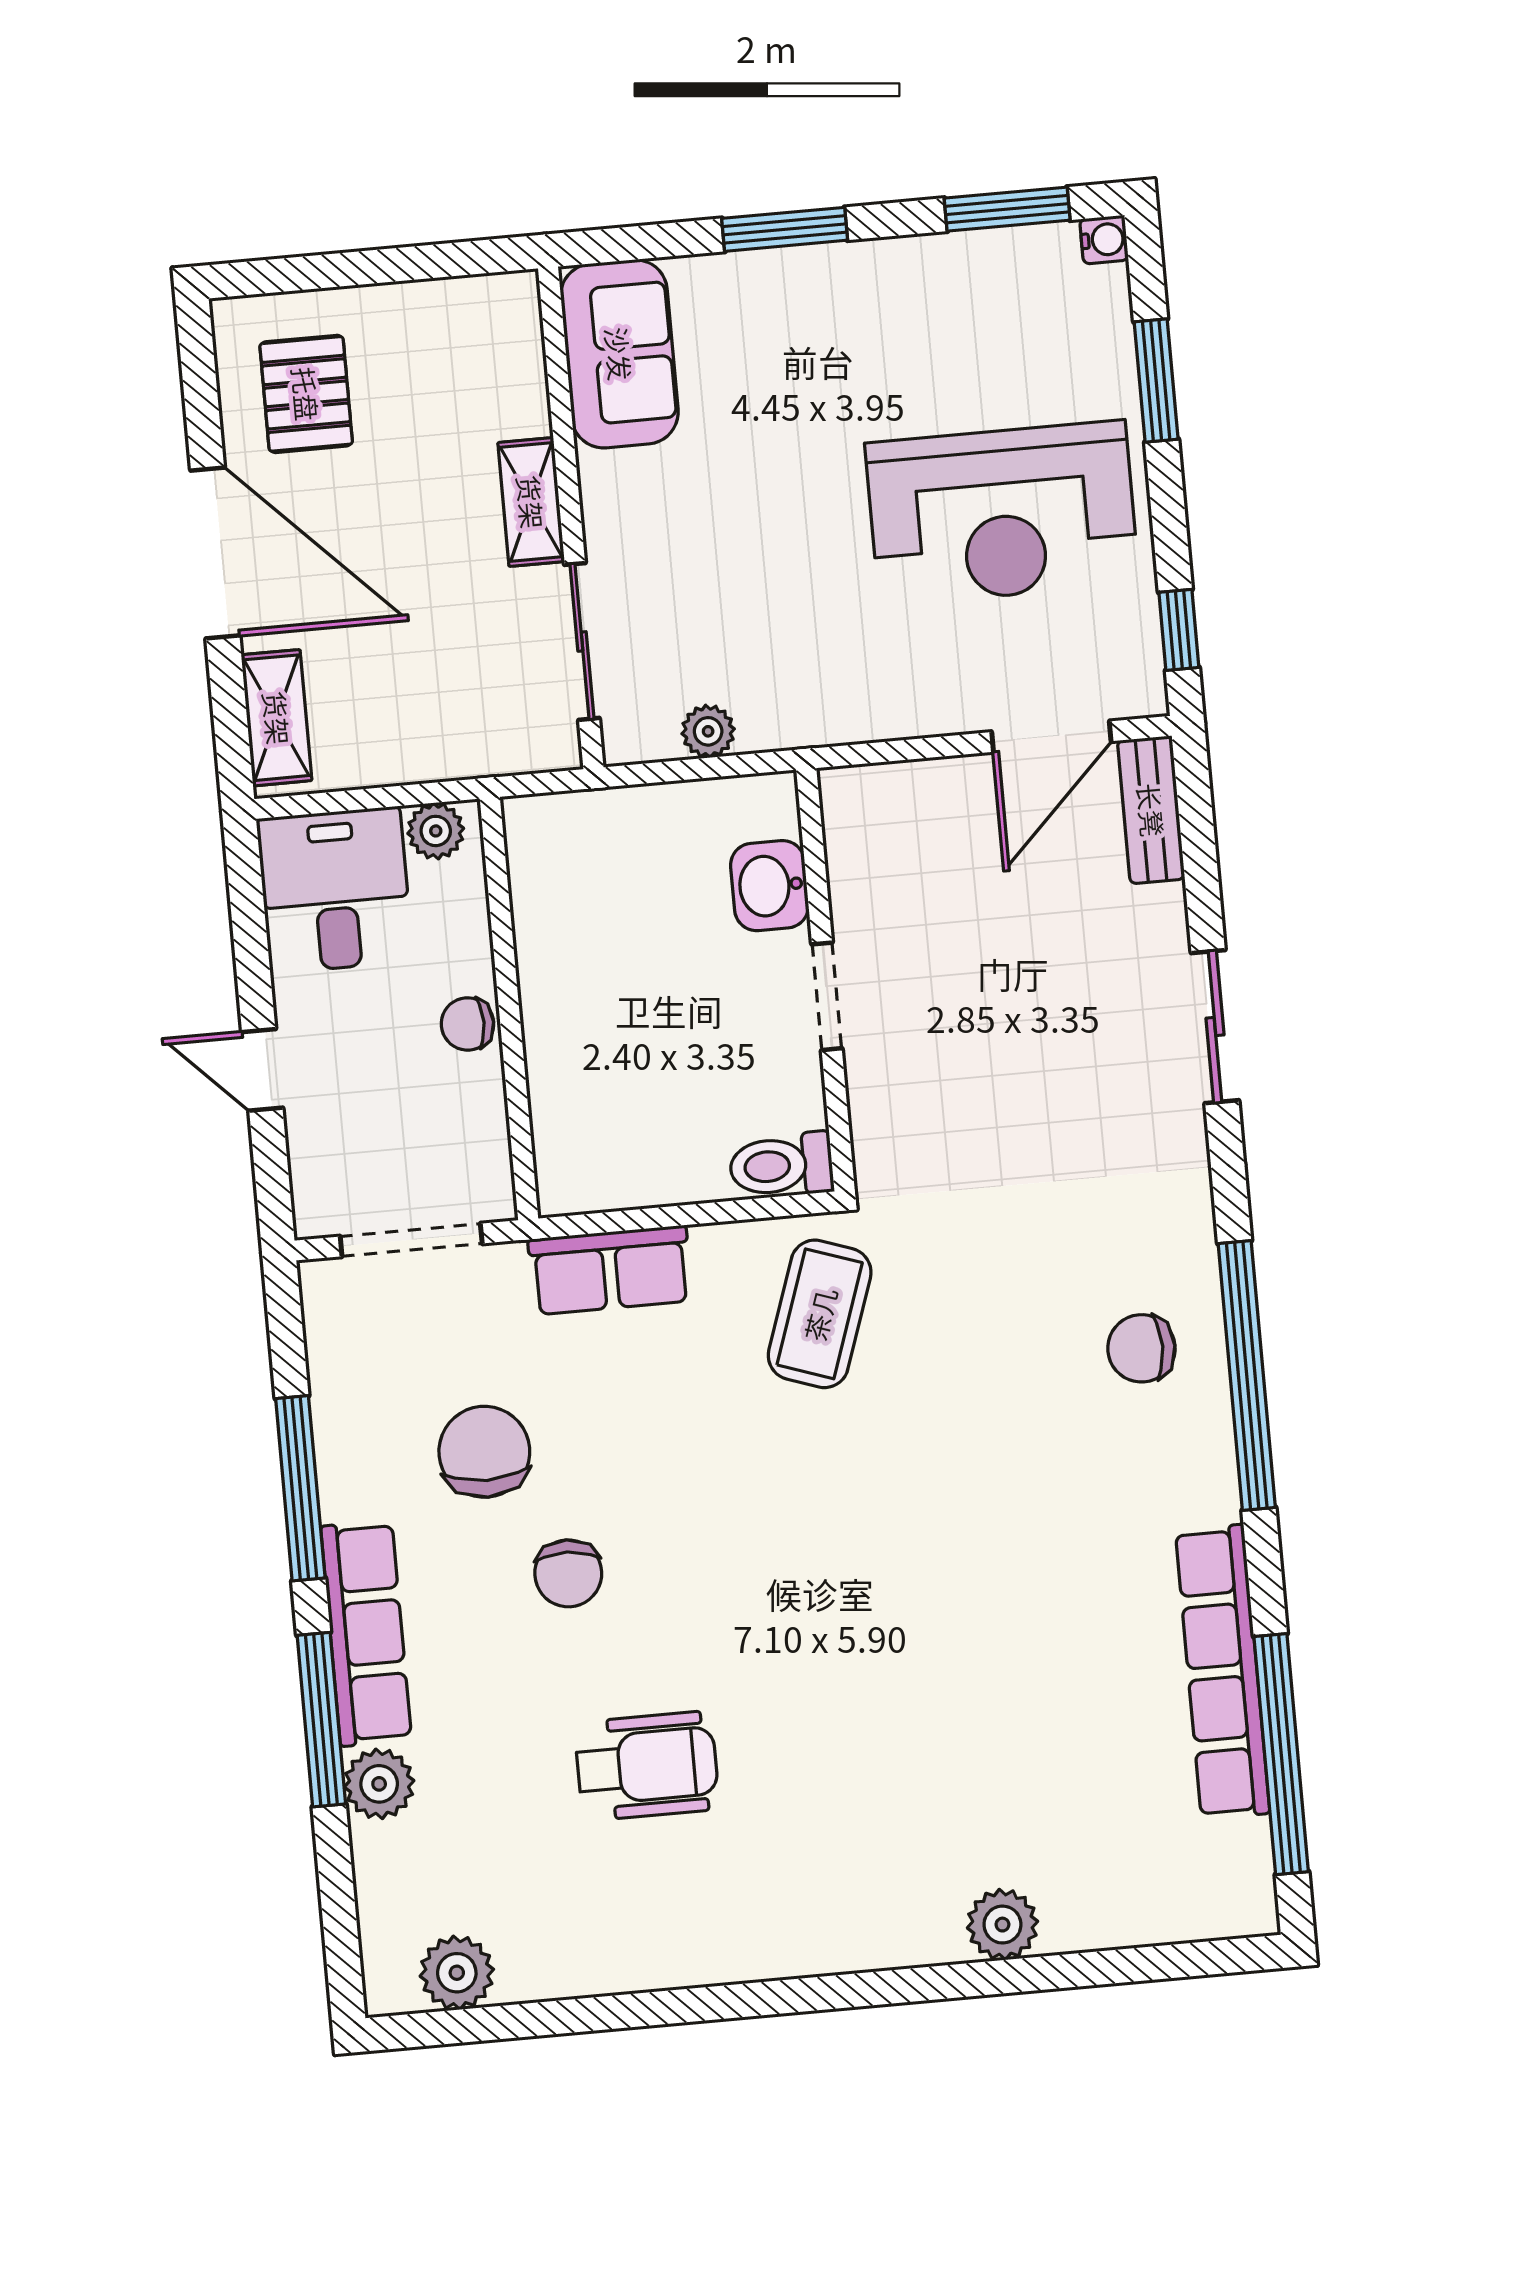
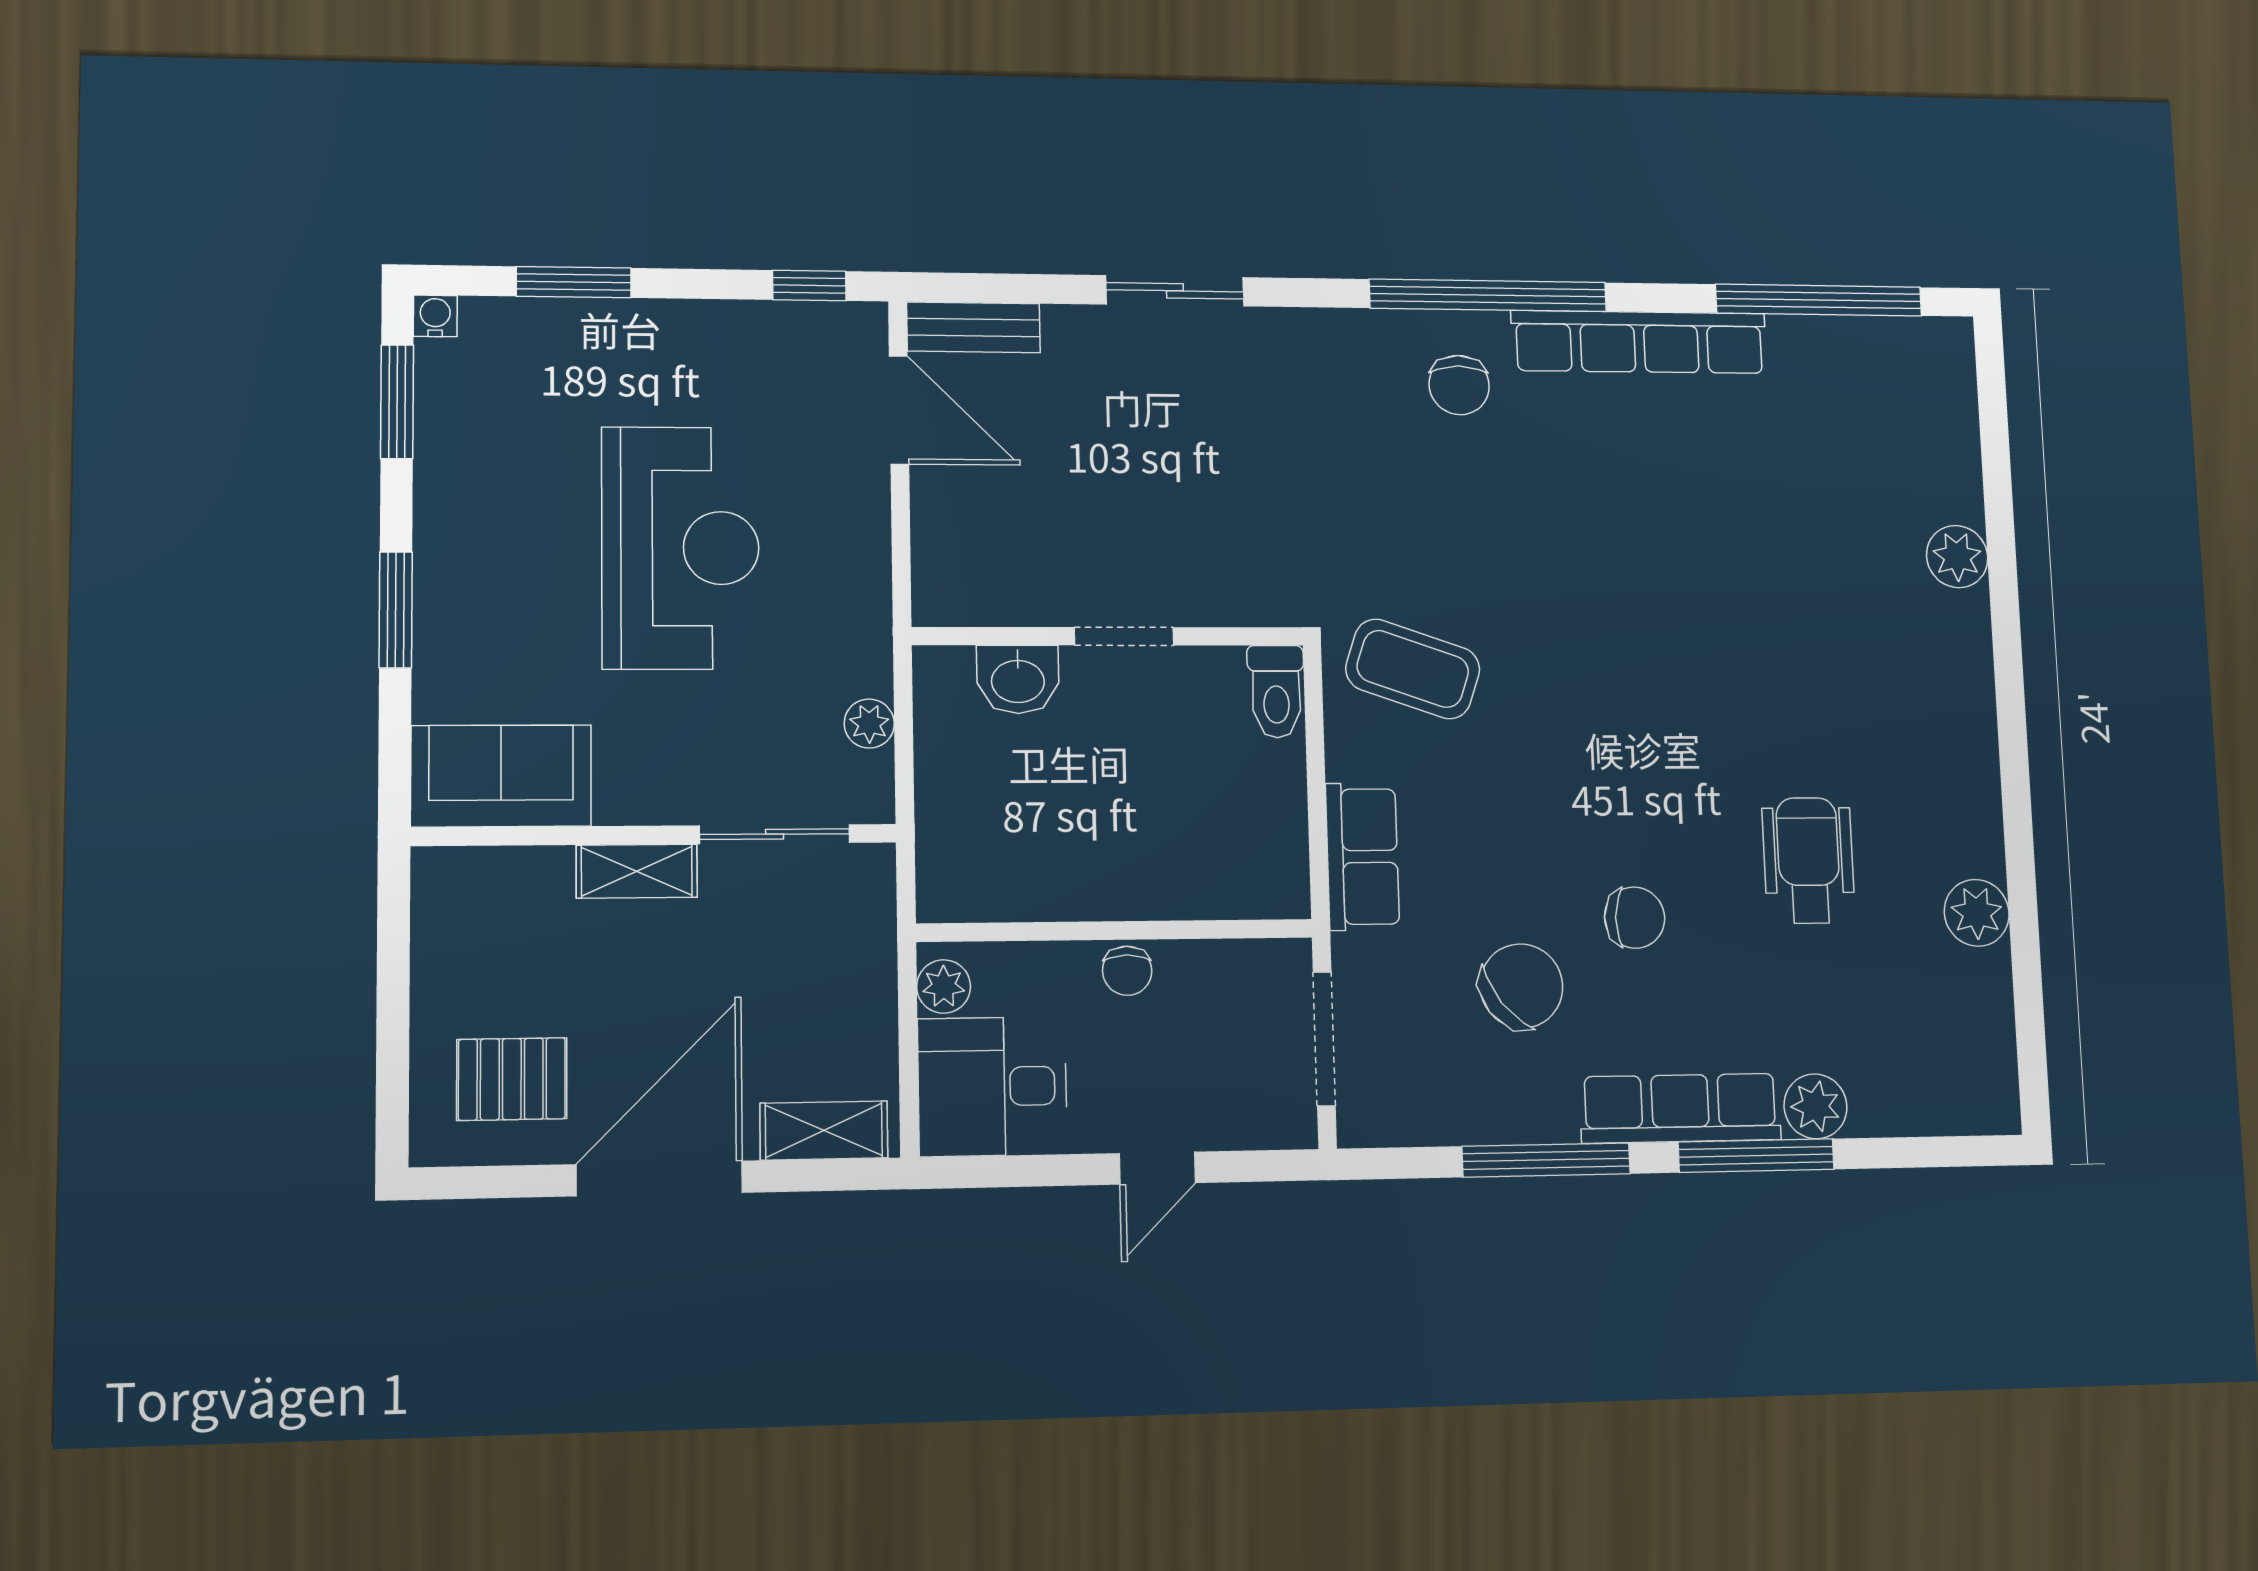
reception desk: (1002, 513) -> (680, 548), moved
chair: (484, 1452) -> (1521, 986), turned 142
row of seats: (1223, 1672) -> (1639, 342), moved
plant: (457, 1973) -> (1977, 913), moved

